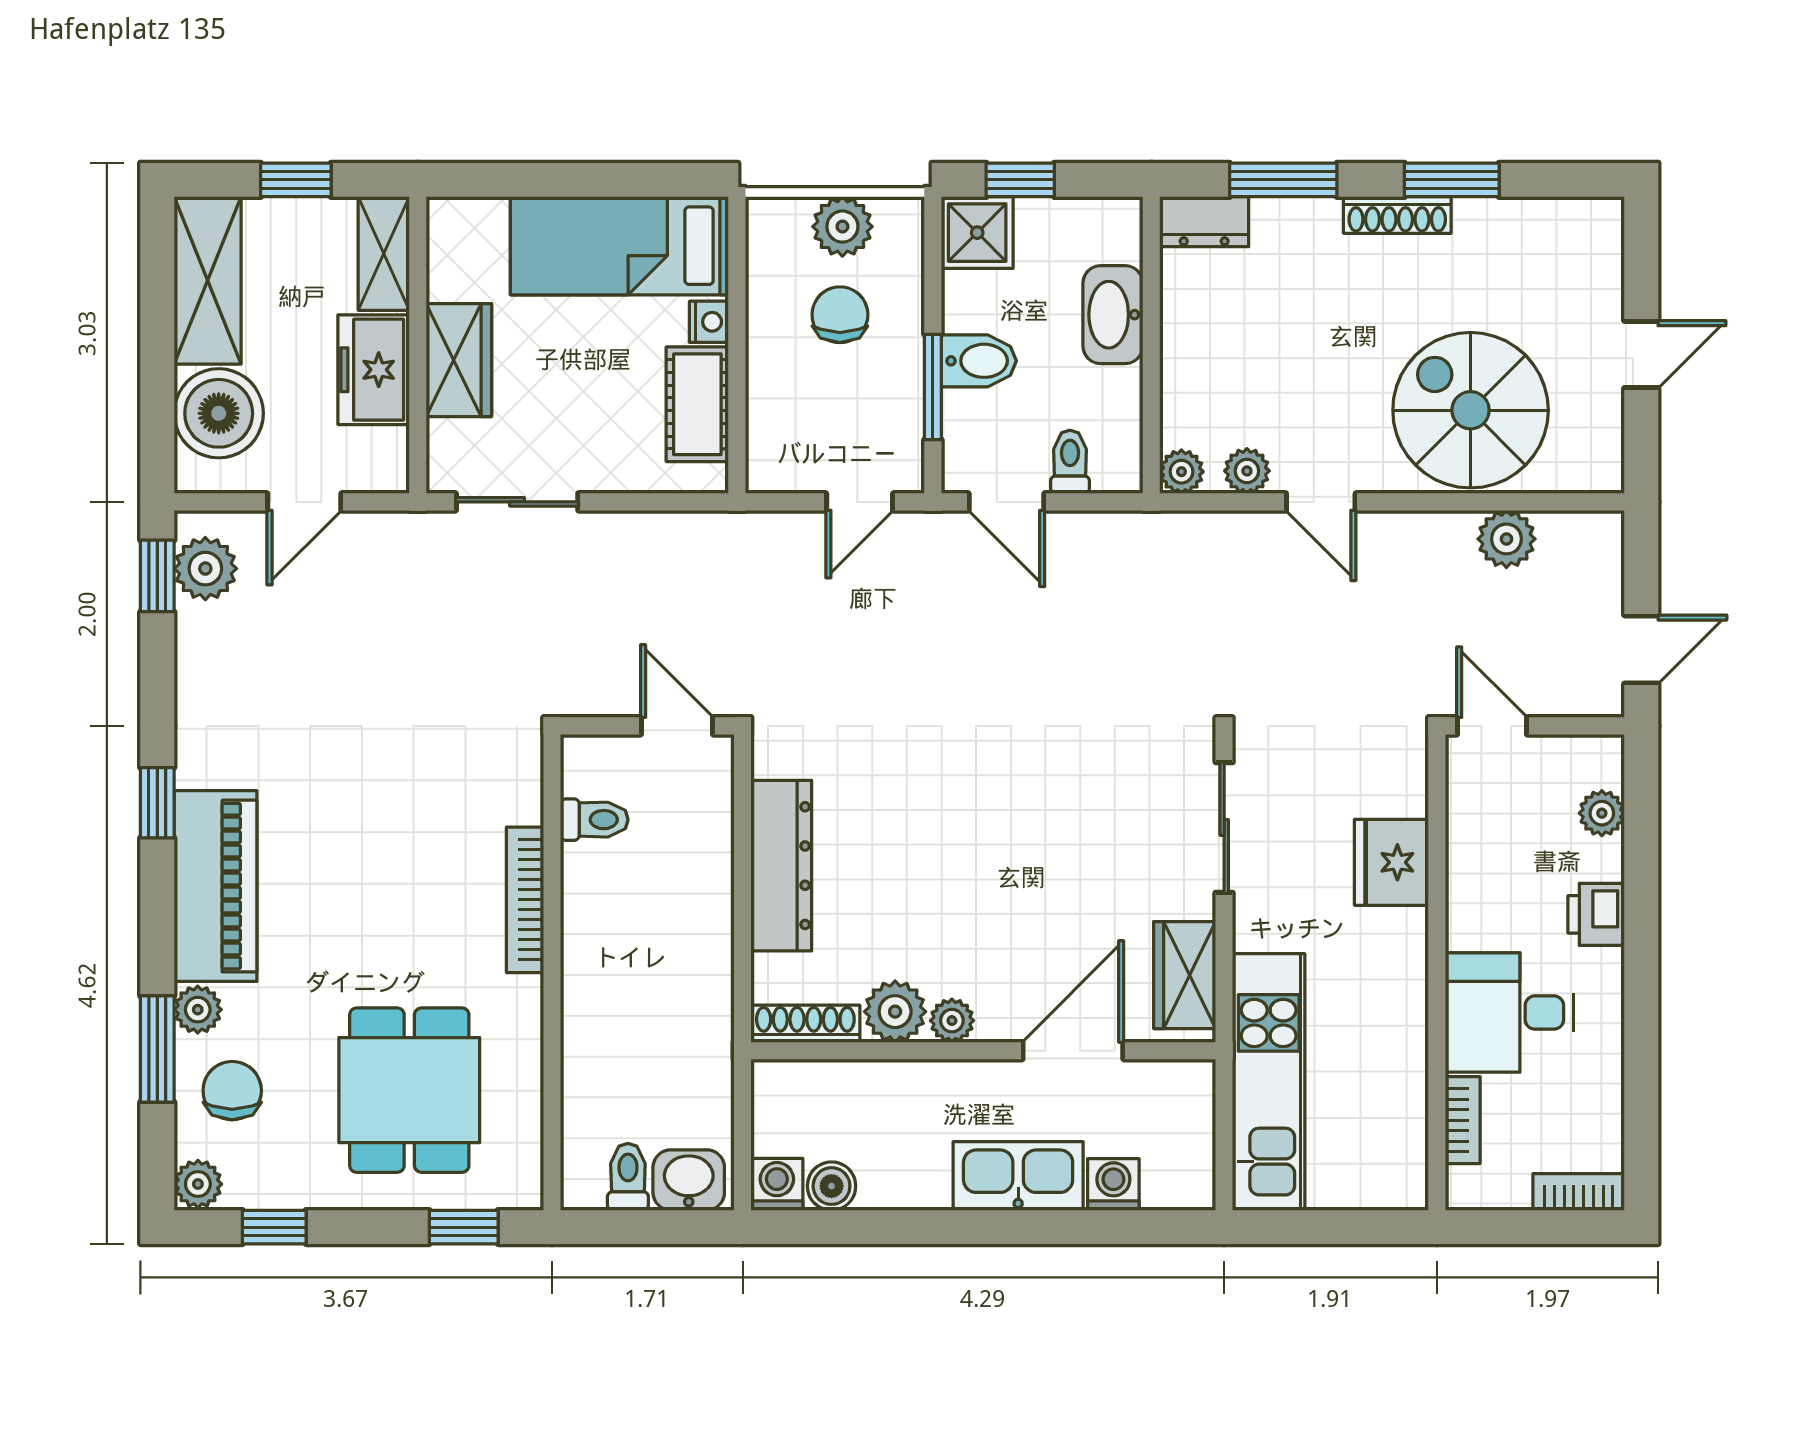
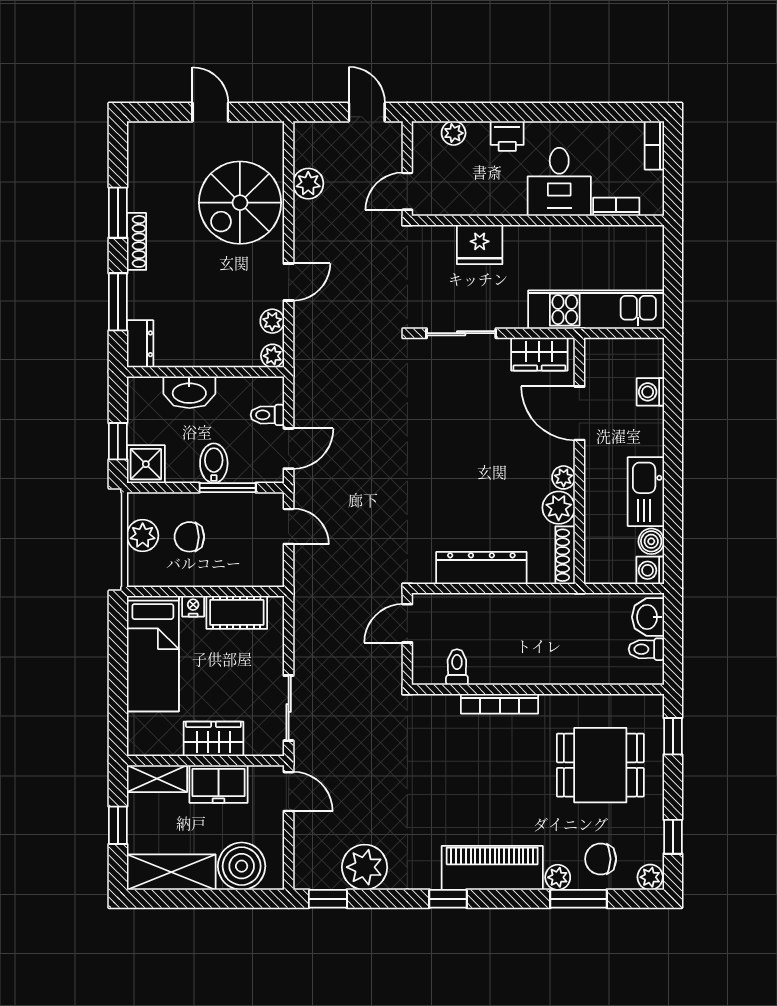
door: (304, 502) -> (289, 792), moved
plant: (205, 569) -> (365, 867), moved, width x1.36, depth x1.36
kitchen sink: (1018, 1176) -> (646, 492), moved

